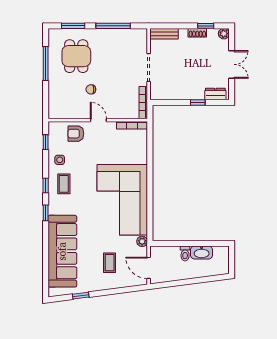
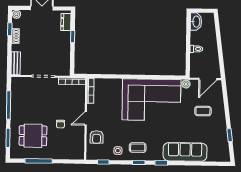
sofa: (62, 251) -> (185, 152), width x0.74, depth x0.79
washbasin: (202, 253) -> (196, 22), moved

